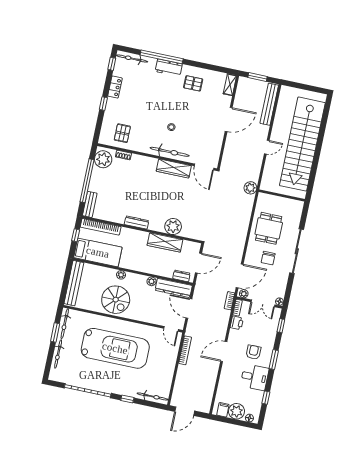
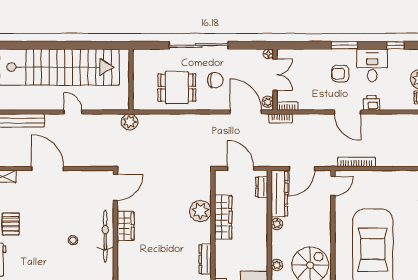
wardrobe: (174, 168) -> (126, 226), width x0.67
printer: (237, 323) -> (371, 103), moved
window: (281, 326) -> (299, 45), removed

